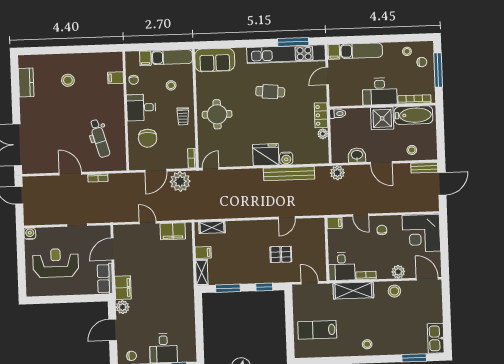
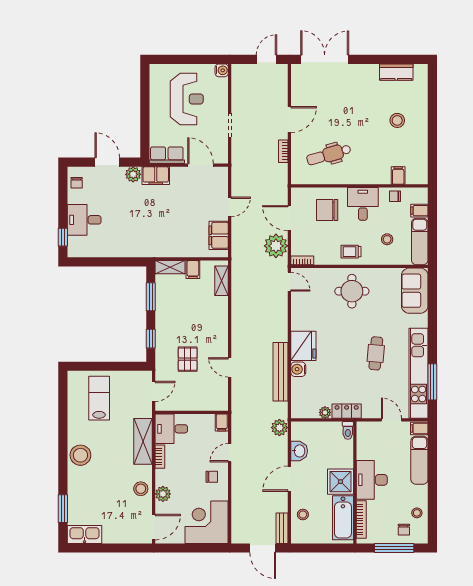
stool: (367, 344) -> (80, 455), width x1.89, depth x1.89

